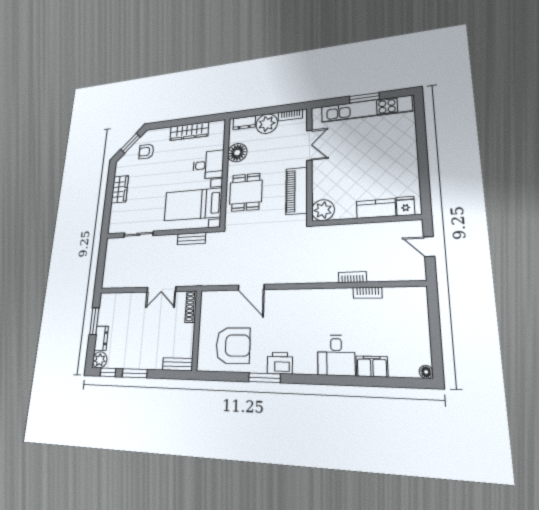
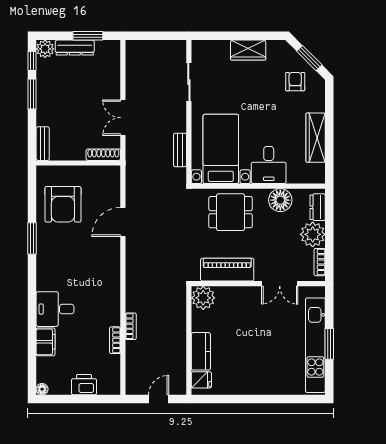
dresser: (101, 338) -> (75, 48), width x1.44
printer: (280, 363) -> (84, 385), moved, turned -90

